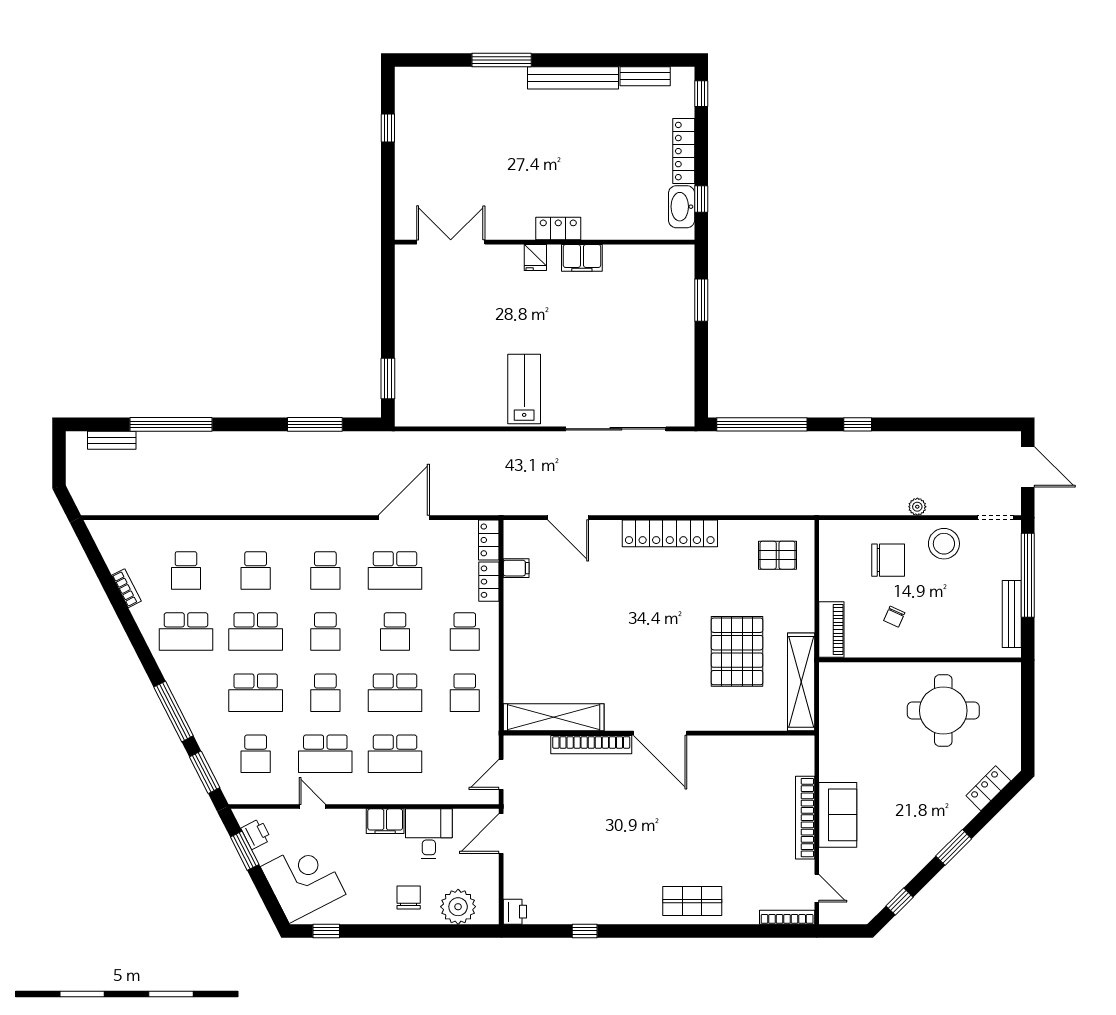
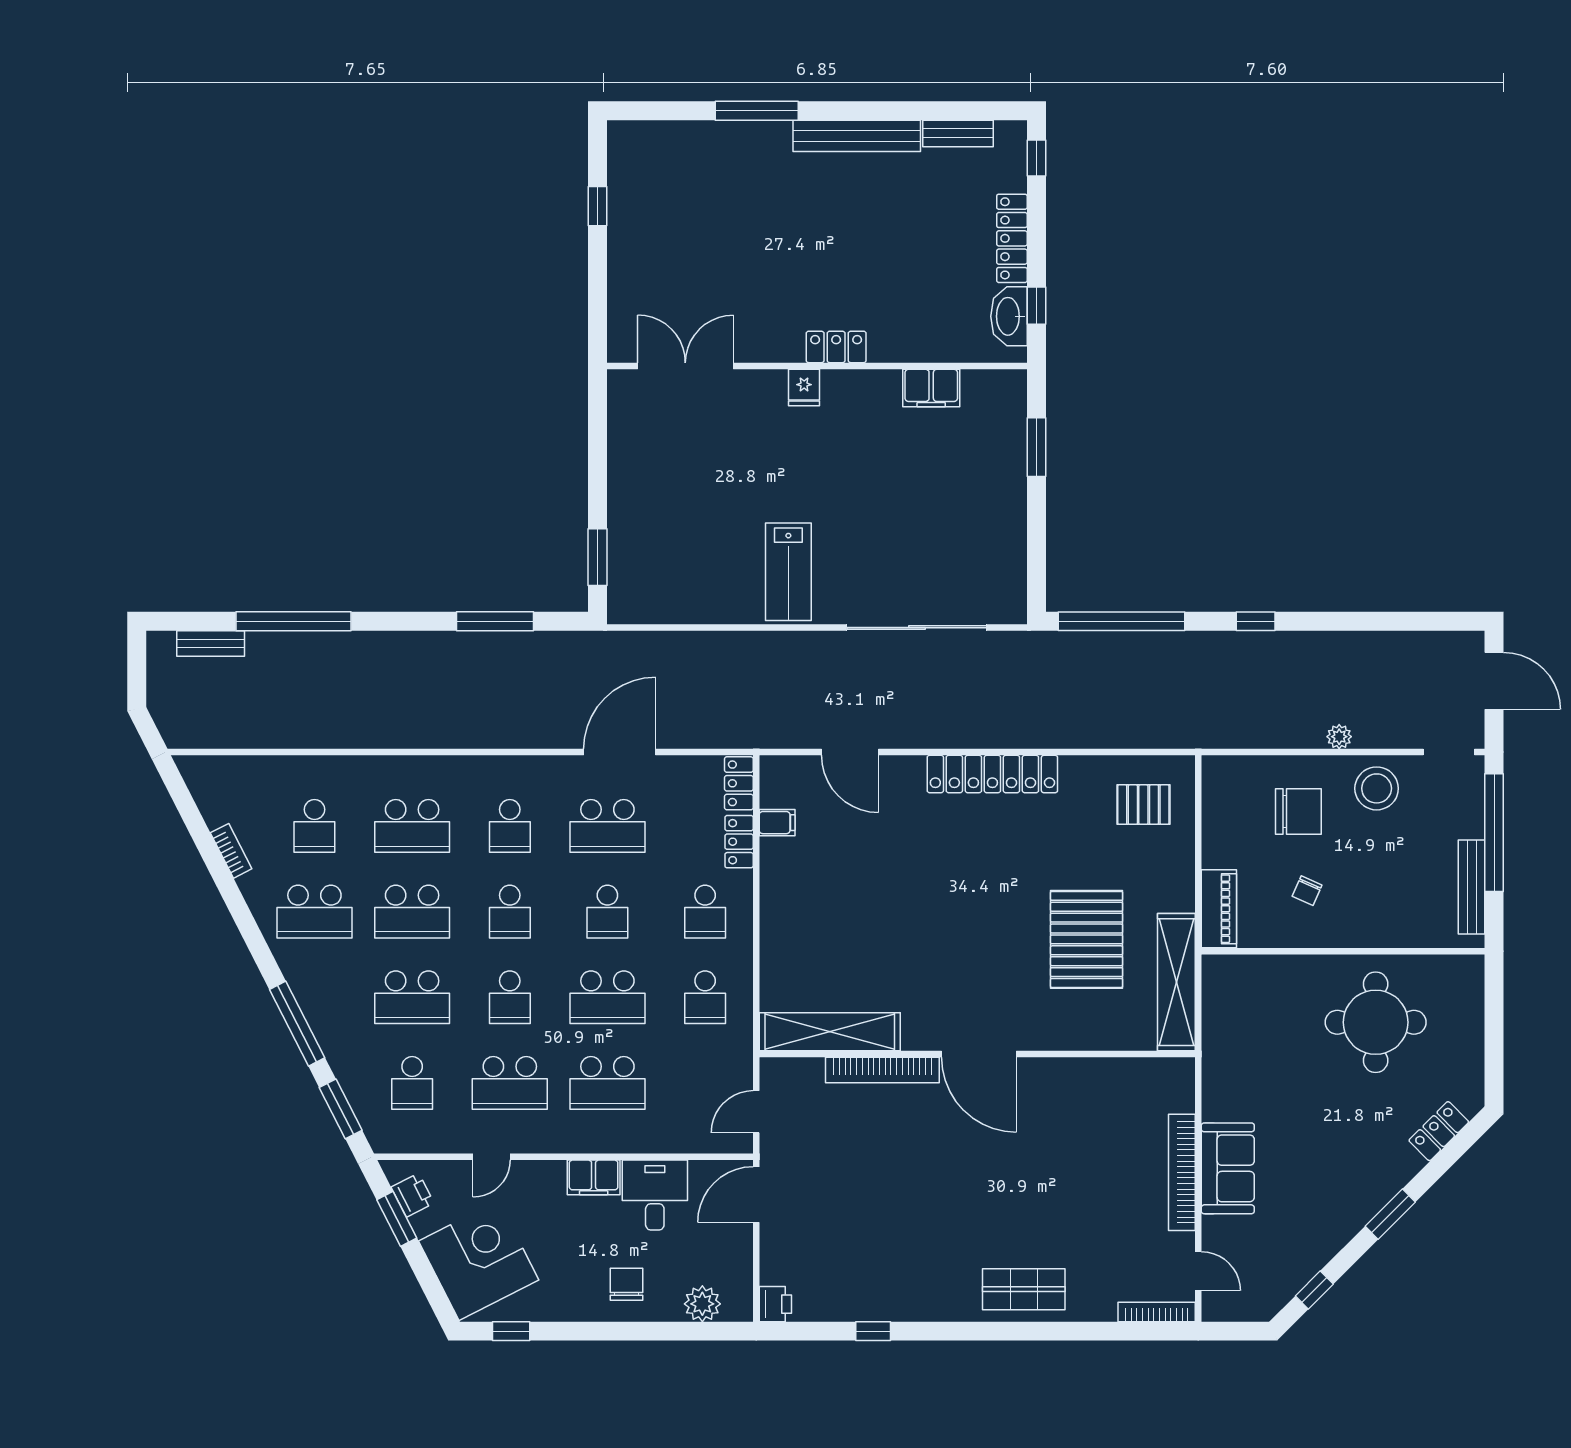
filing cabinet: (582, 258) -> (931, 388), moved
lab bench: (524, 389) -> (788, 572), turned 180
school desk: (256, 570) -> (412, 826), width x1.85
door: (312, 807) -> (492, 1157), swing flipped
plant: (458, 907) -> (702, 1304), width x0.73, depth x0.73

